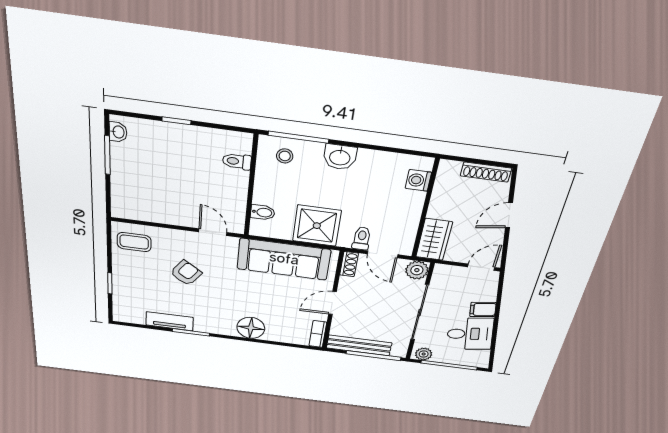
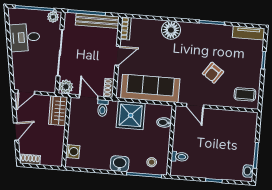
shoe rack: (486, 172) -> (30, 159), width x0.70
filing cabinet: (483, 310) -> (20, 59), removed
tv unit: (170, 321) -> (249, 33), moved

